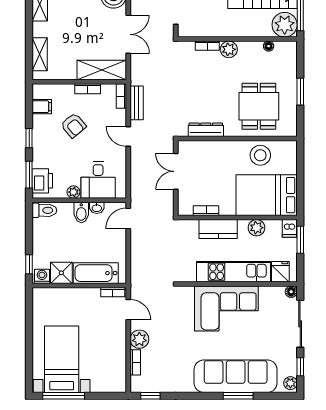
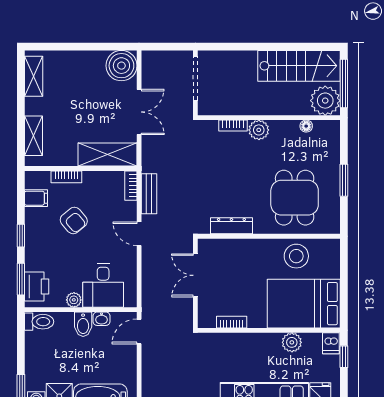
bookcase: (88, 89) -> (66, 177), moved
kitchen counter: (218, 229) -> (246, 344), removed
window: (300, 240) -> (344, 357), width x0.67

